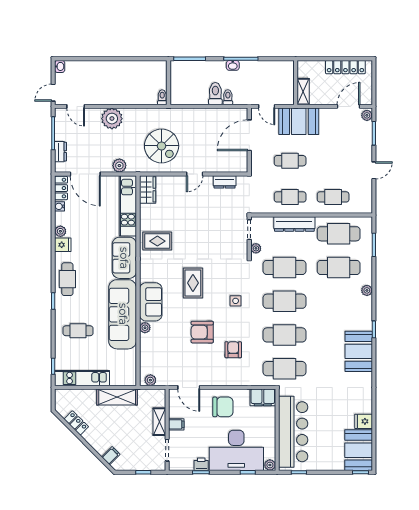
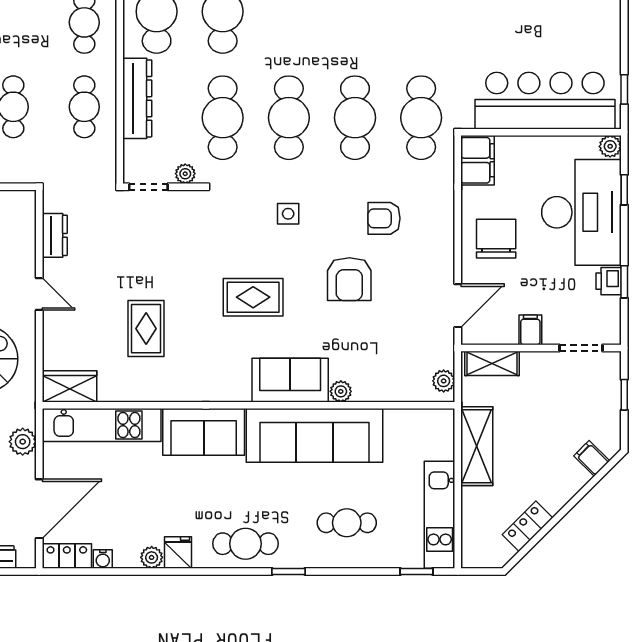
rug: (157, 241) -> (146, 329), moved
cafe table: (78, 331) -> (347, 523), turned 90
shelving: (159, 422) -> (492, 363), moved

